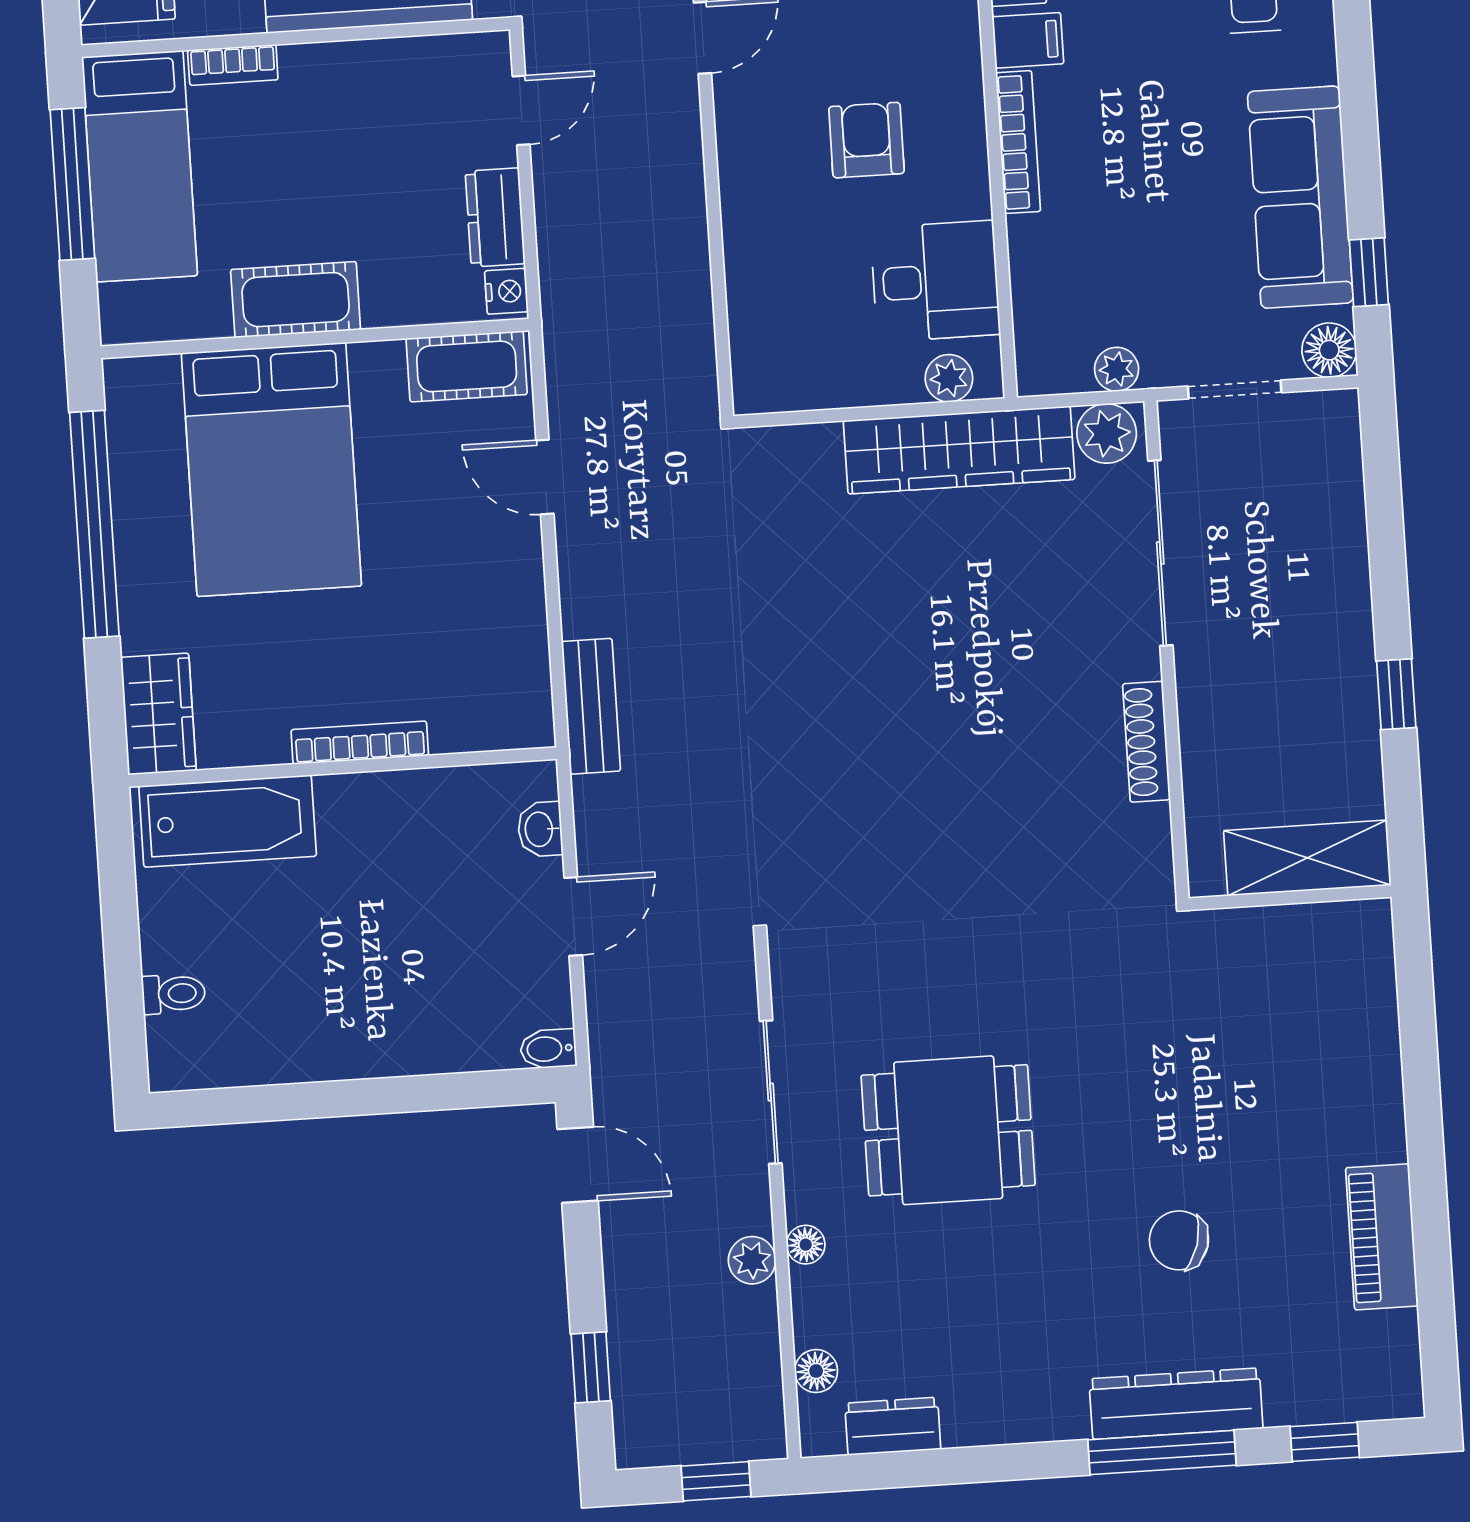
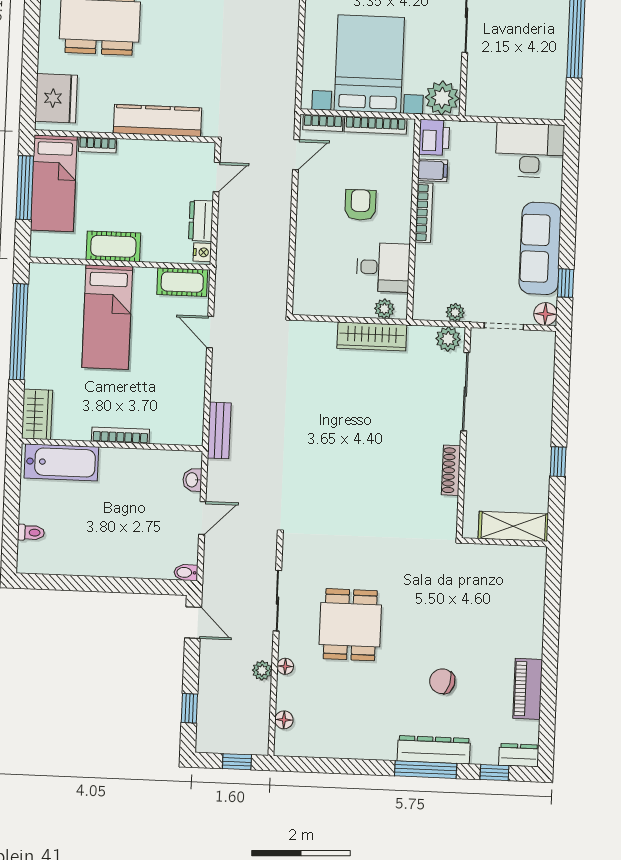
wardrobe: (959, 450) -> (372, 336), width x0.71, depth x0.85
bed: (271, 469) -> (107, 317), width x0.67
dining table: (948, 1130) -> (350, 625), turned 90
dresser: (893, 1426) -> (519, 755), moved

